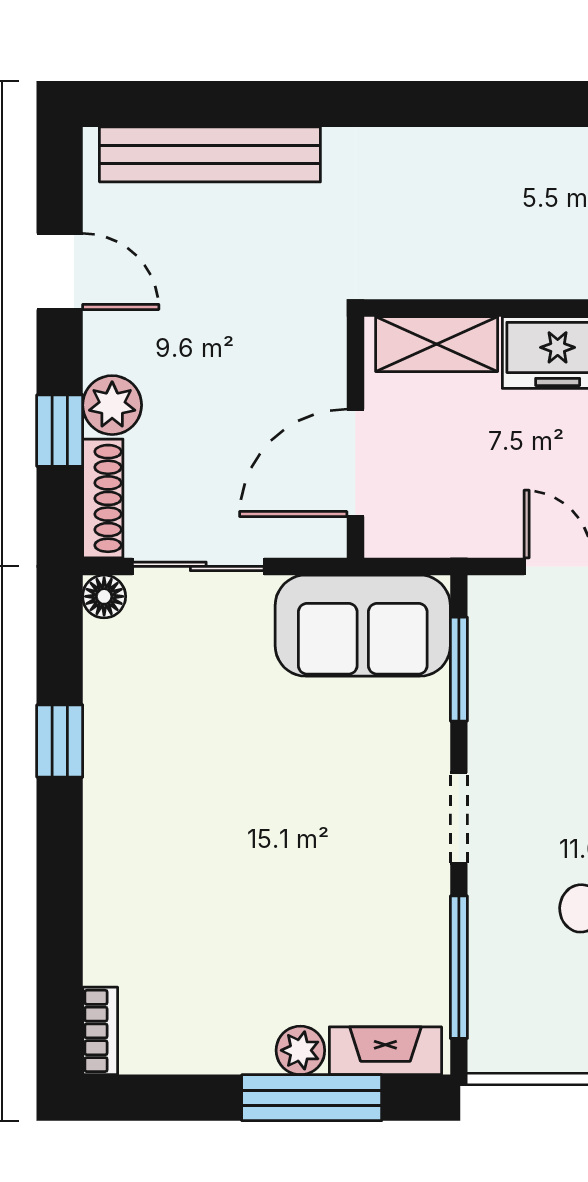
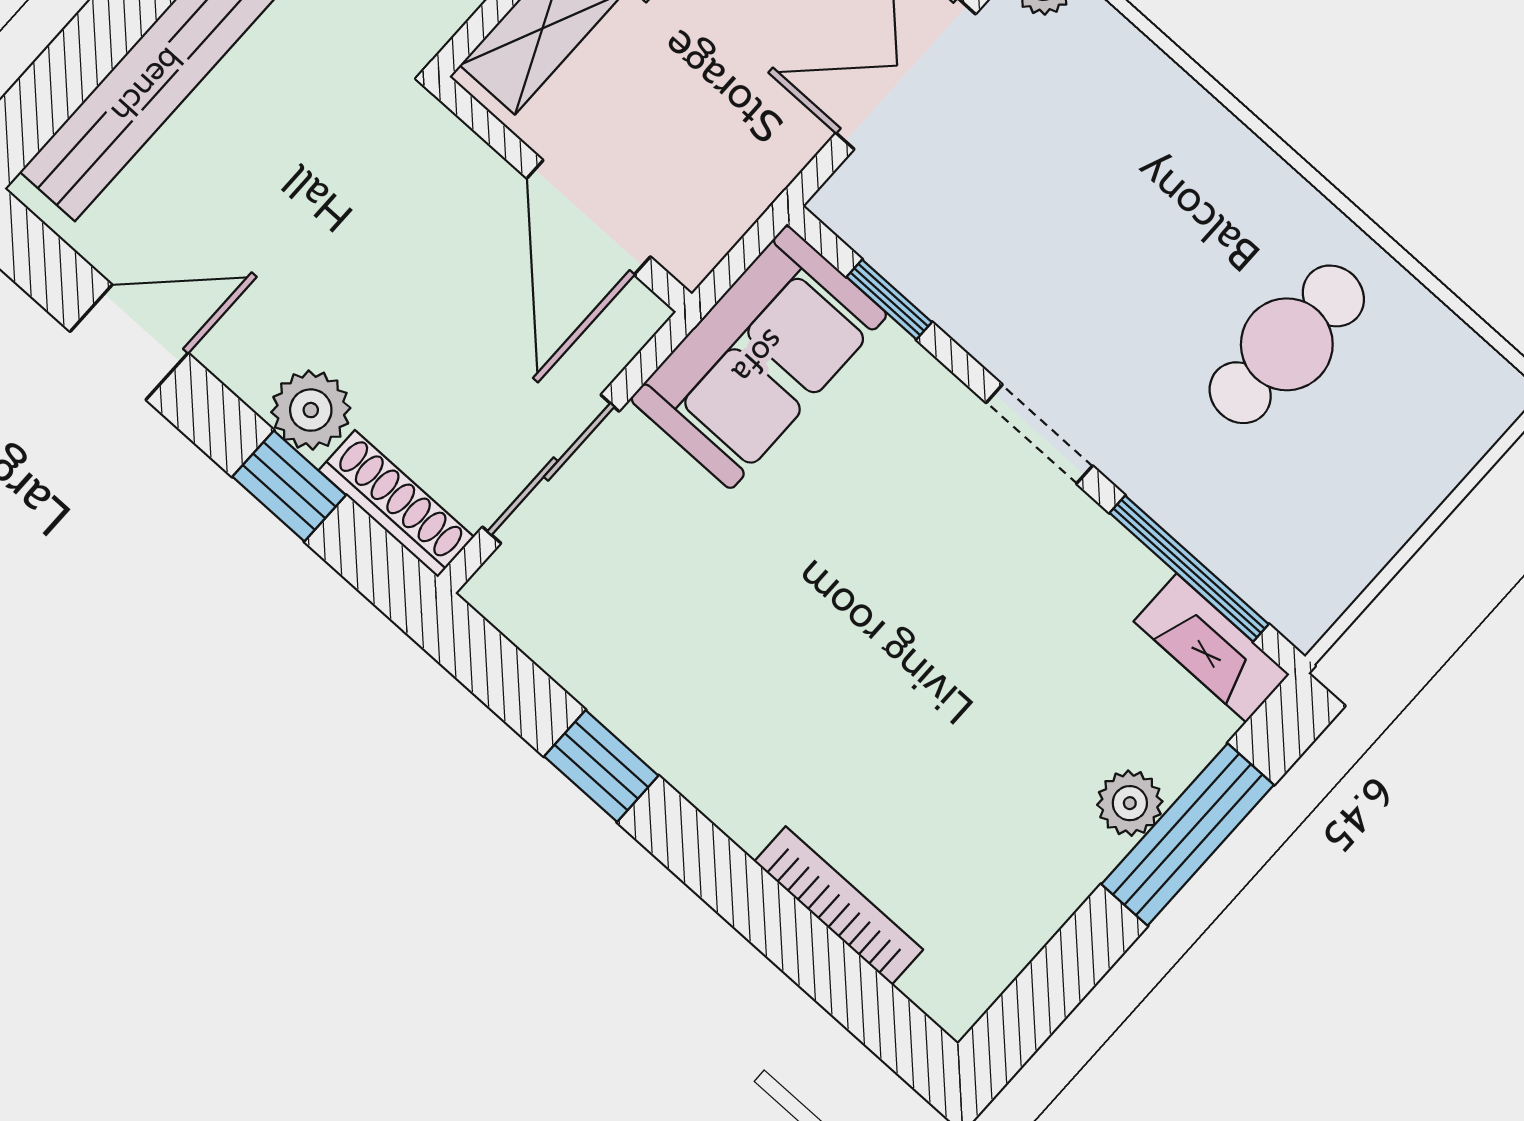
floor lamp: (104, 596) -> (496, 591), removed
window: (459, 669) -> (889, 300), width x0.67
bookcase: (100, 1031) -> (839, 905), moved, width x1.56
fireplace: (385, 1051) -> (1211, 648), moved, turned -90

